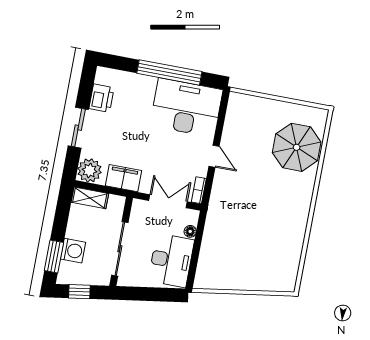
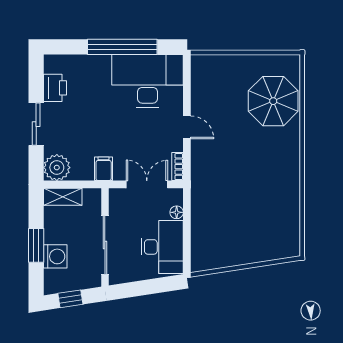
filing cabinet: (124, 178) -> (104, 169), width x0.50
window: (54, 257) -> (36, 245), moved

